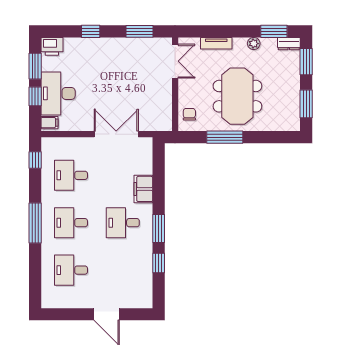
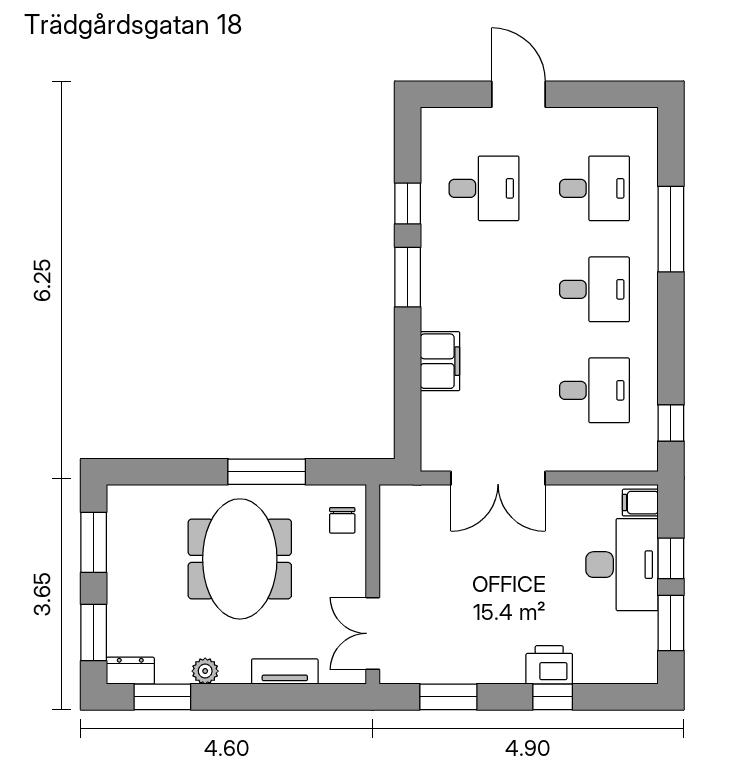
printer: (52, 46) -> (549, 665), moved
window: (35, 223) -> (671, 229), moved
desk: (123, 223) -> (484, 188), moved

